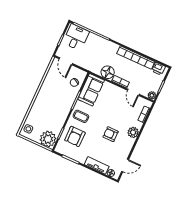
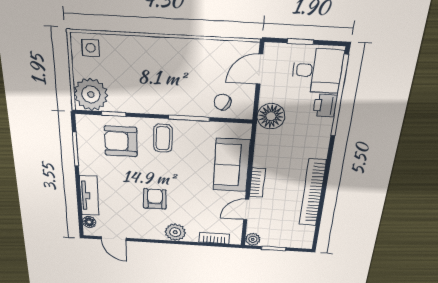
printer: (159, 69) -> (325, 106), moved
floor lamp: (108, 72) -> (271, 116), moved
sofa: (91, 90) -> (232, 165), moved, turned 90

